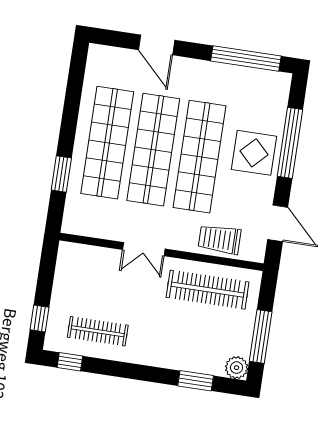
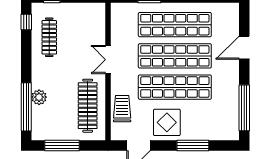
window: (290, 143) -> (193, 145), width x0.68
display table: (254, 153) -> (167, 122), moved
plant: (237, 368) -> (39, 97), moved
window: (196, 381) -> (26, 107), width x2.11

